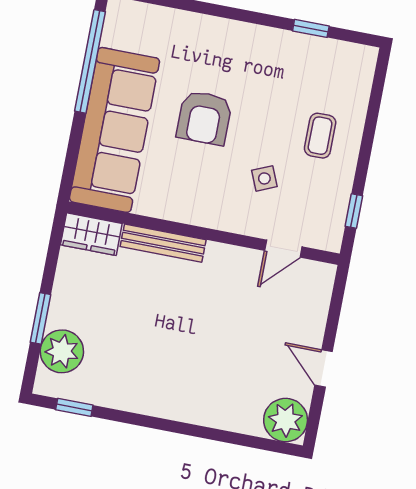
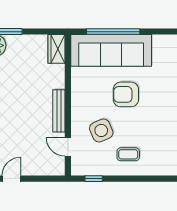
window: (90, 61) -> (113, 32), moved
side table: (264, 178) -> (101, 130), width x1.87, depth x1.87
bench: (163, 243) -> (59, 111), moved

